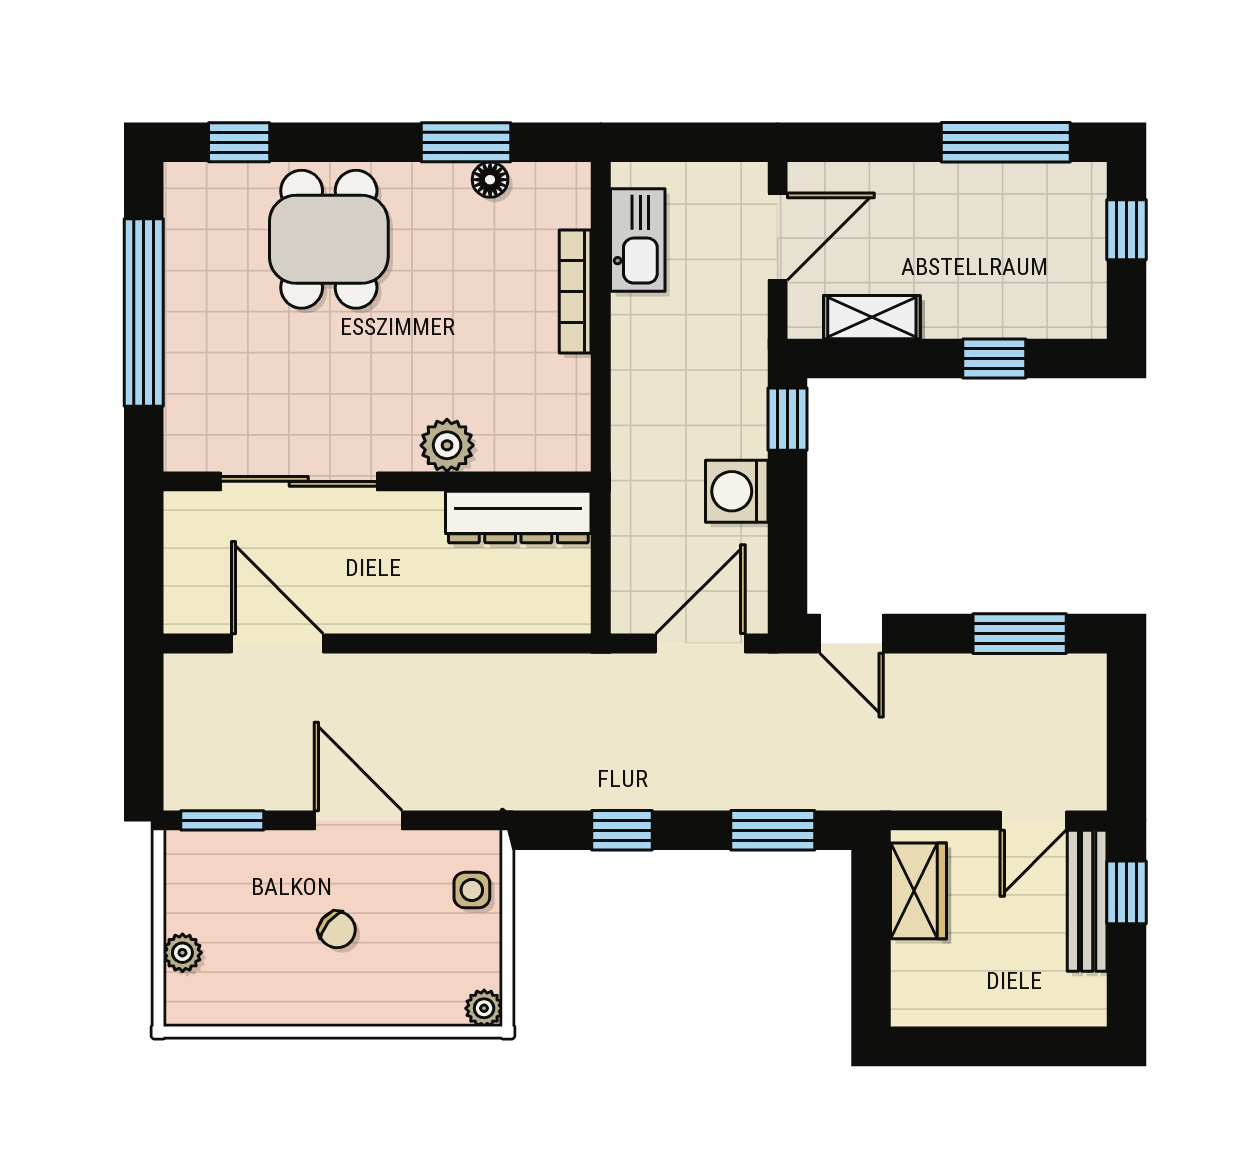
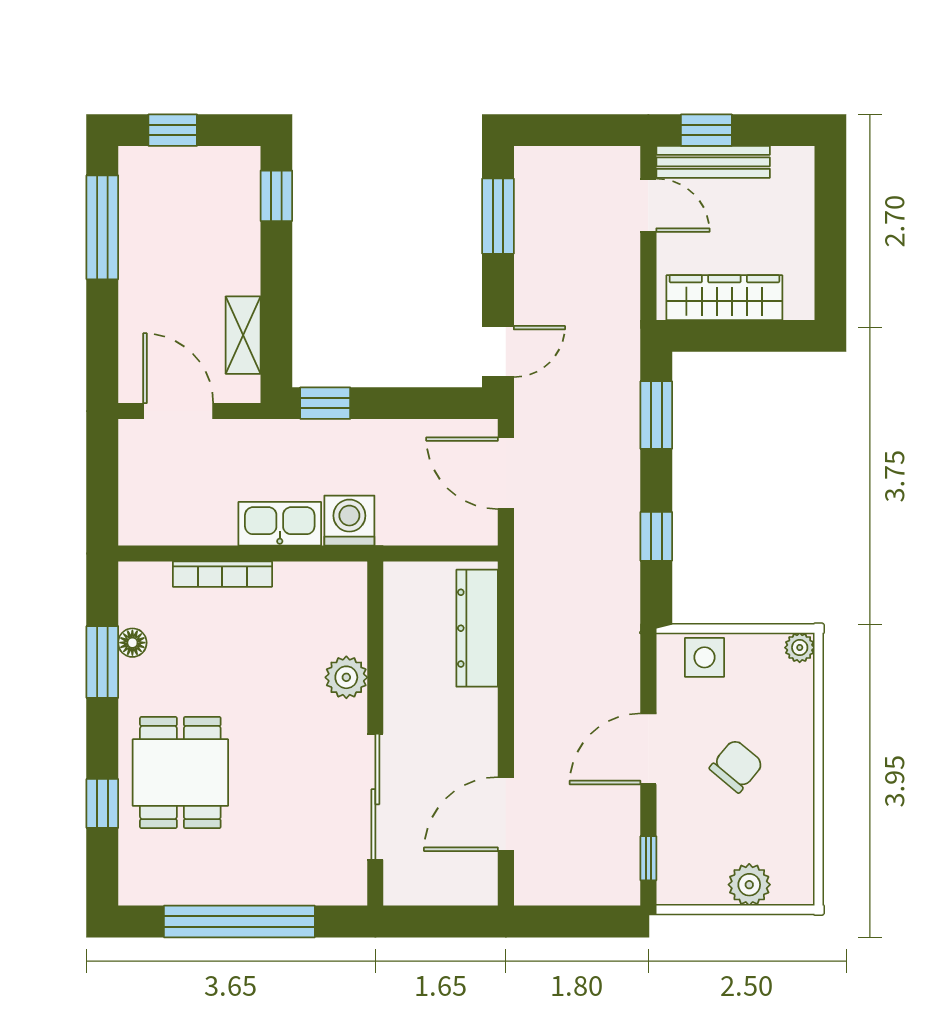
window: (239, 142) -> (102, 803), moved
dining table: (329, 239) -> (180, 773), turned 90
kitchen sink: (638, 240) -> (280, 524), moved
window: (994, 359) -> (276, 196), moved
washing machine: (737, 491) -> (349, 521), moved, turned 180
dresser: (518, 517) -> (477, 628), moved, turned 180
window: (222, 820) -> (648, 858), width x0.67
side table: (472, 890) -> (704, 657), width x1.37, depth x1.37
wardrobe: (918, 891) -> (724, 298), width x1.50
chair: (337, 930) -> (736, 766), width x1.37, depth x1.37
plant: (182, 953) -> (749, 885), width x1.38, depth x1.38

